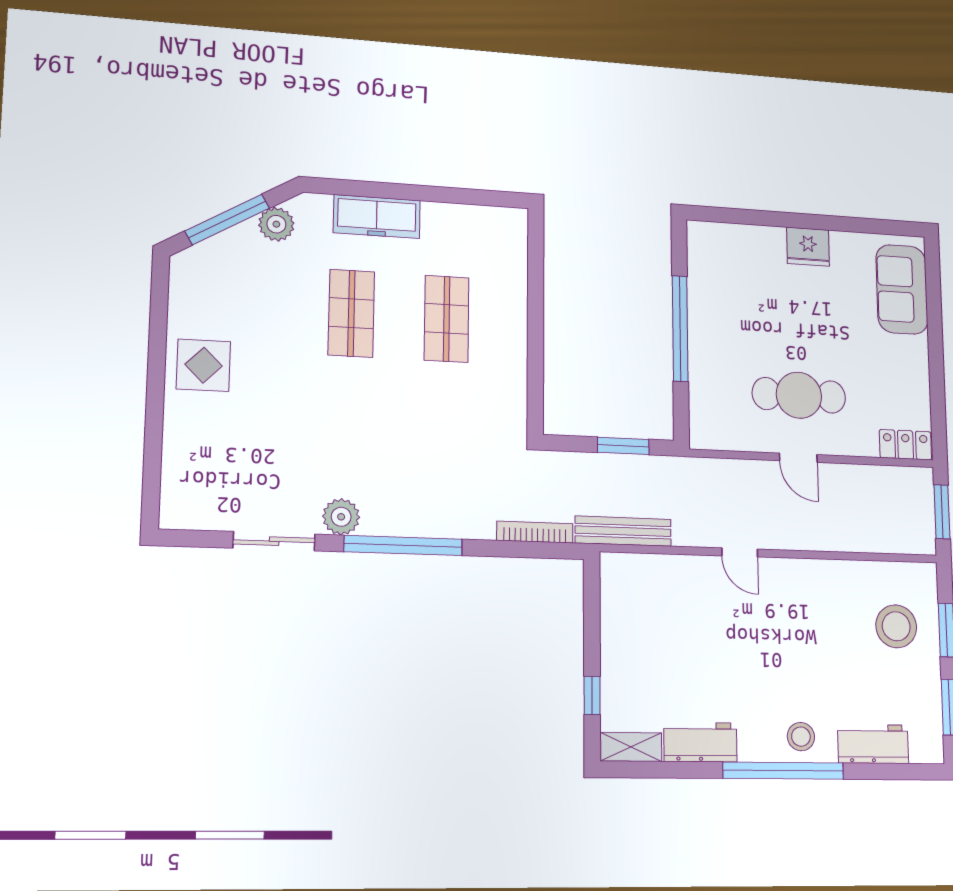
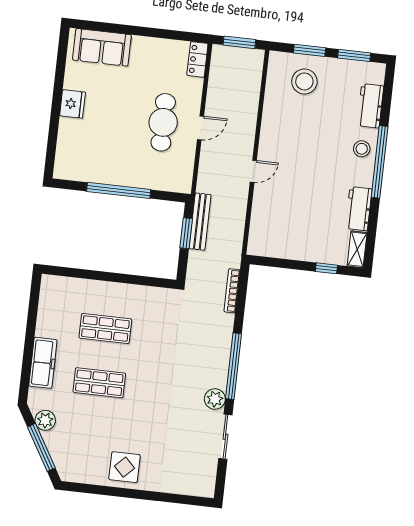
bench: (623, 531) -> (200, 222), moved

